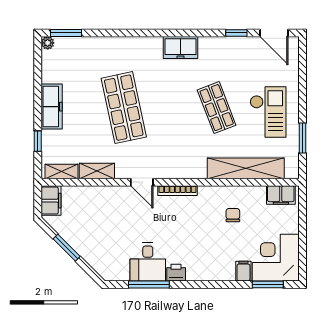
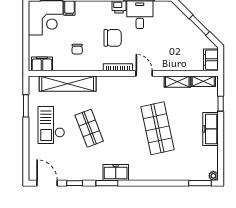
window: (193, 33) -> (107, 183), added
chair: (185, 230) -> (113, 38), added

